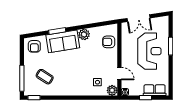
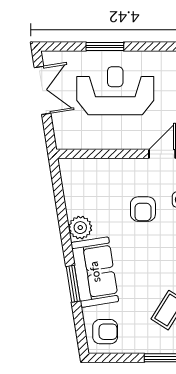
double door: (138, 18) -> (43, 90), moved
armchair: (109, 42) -> (143, 209), moved

